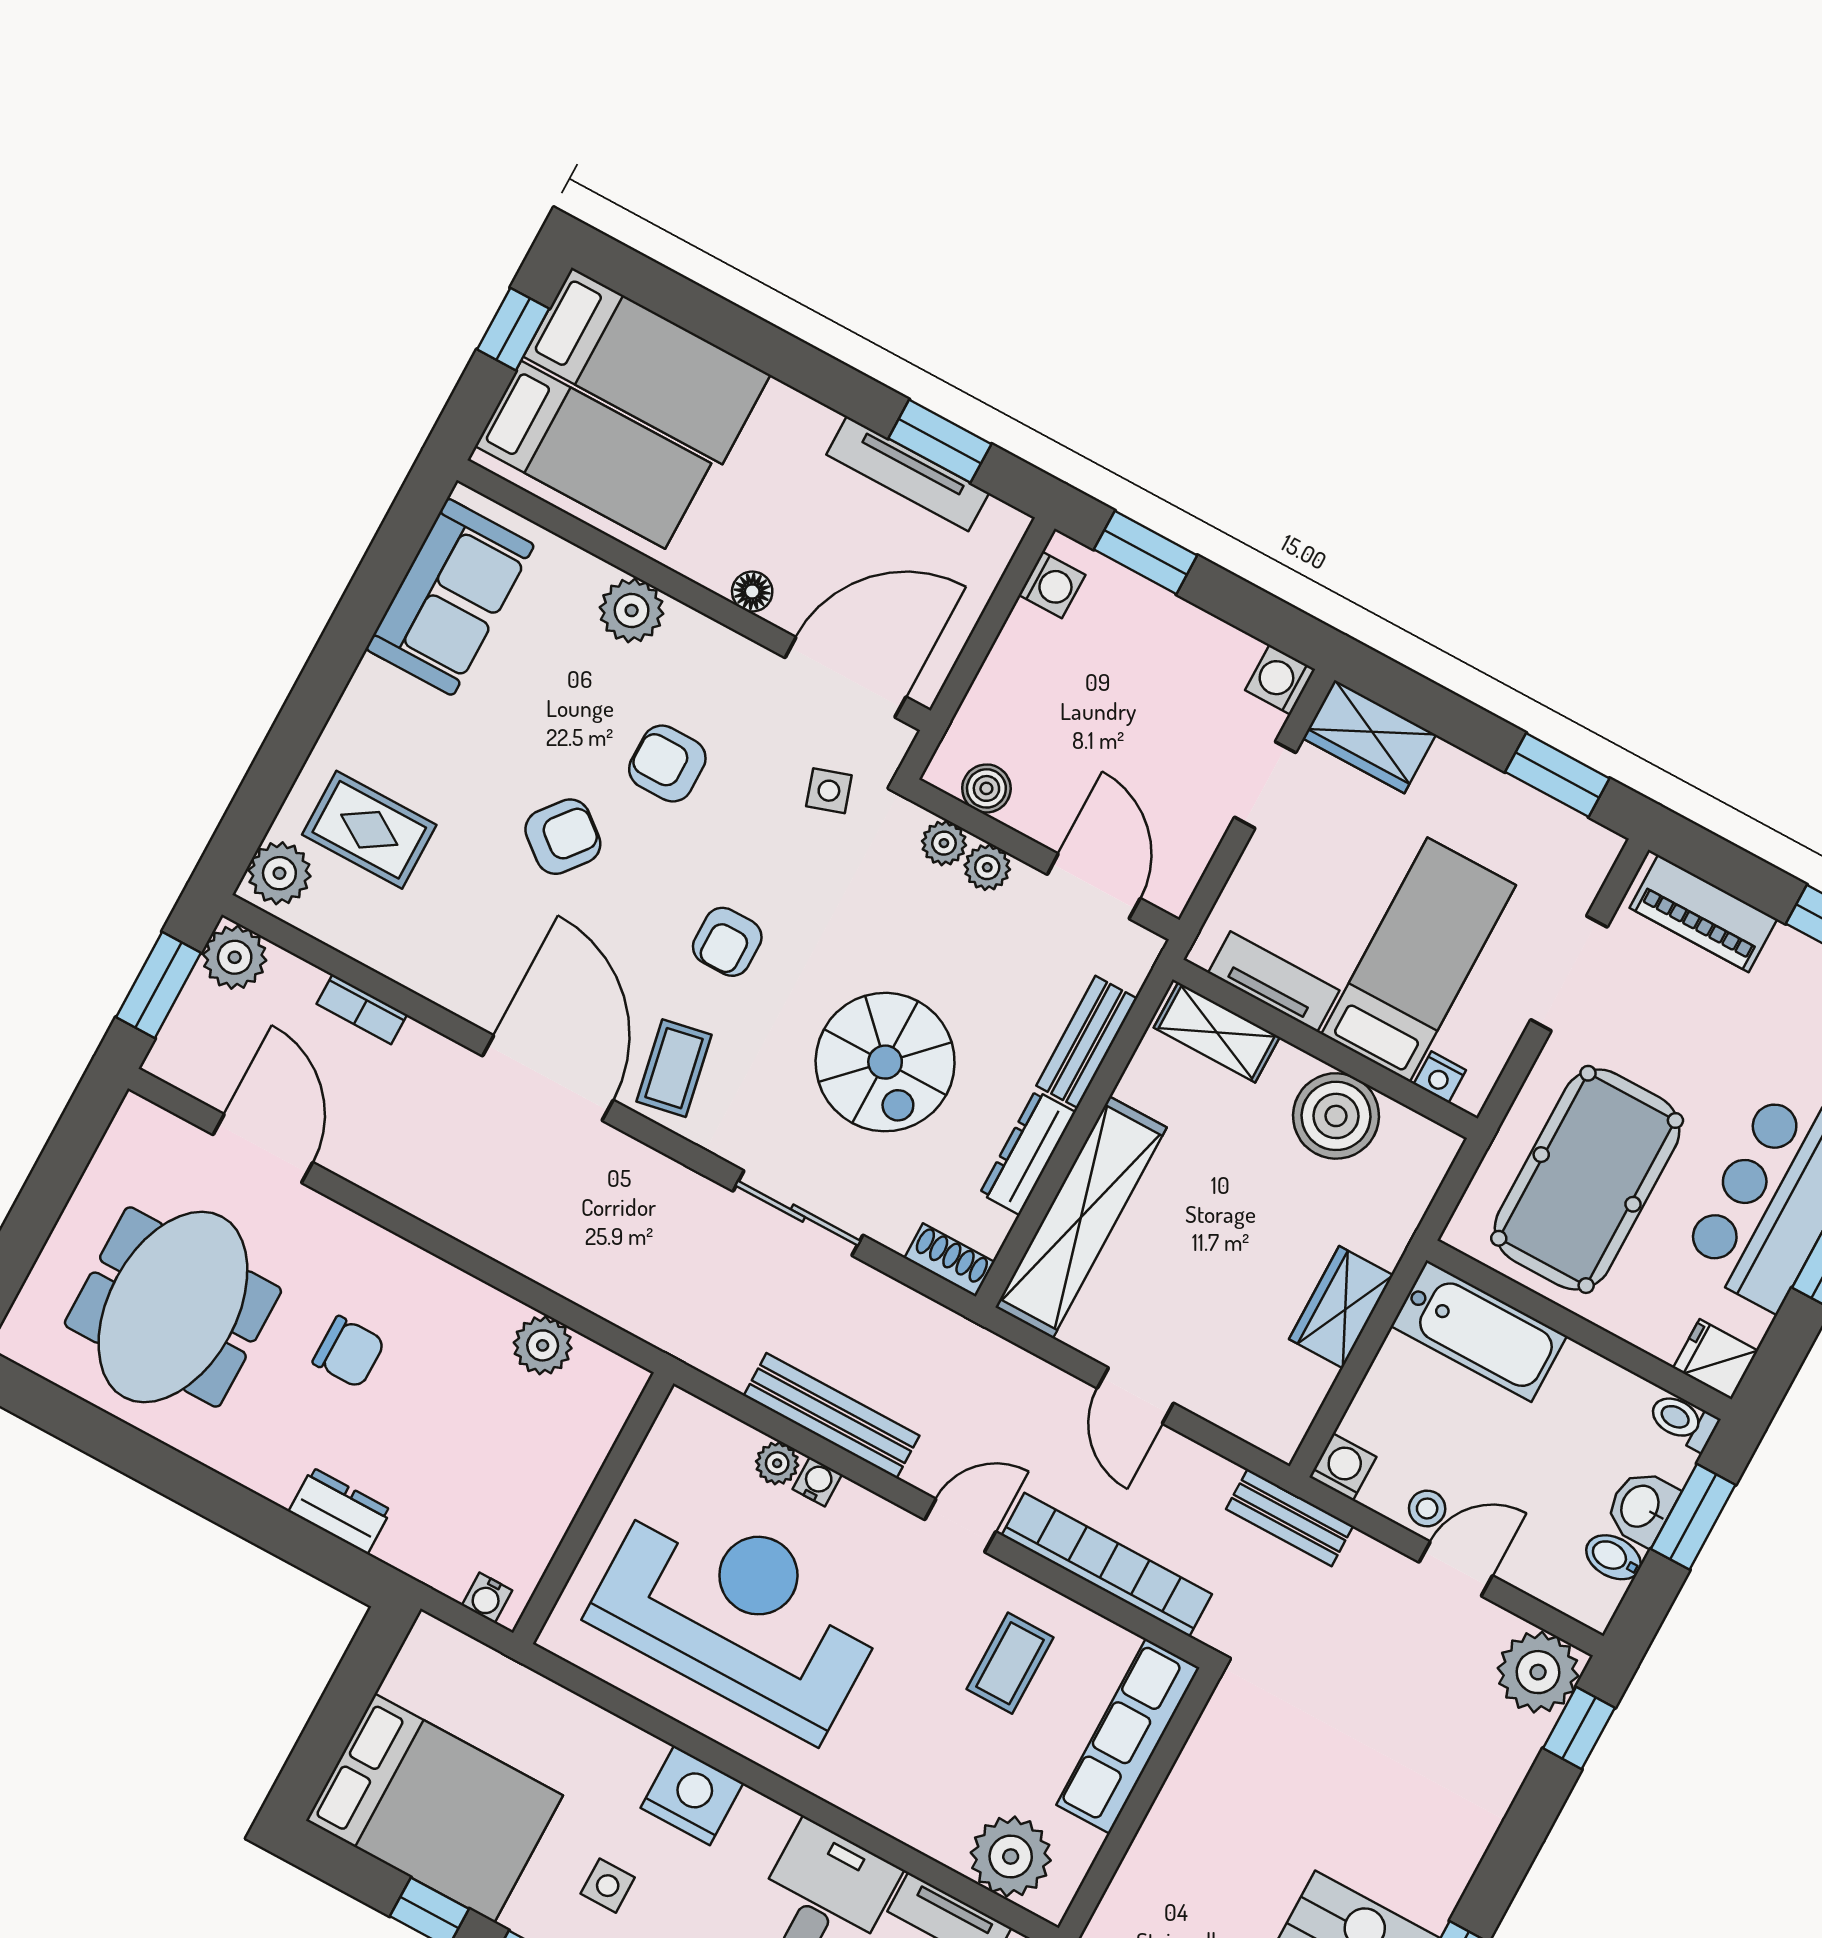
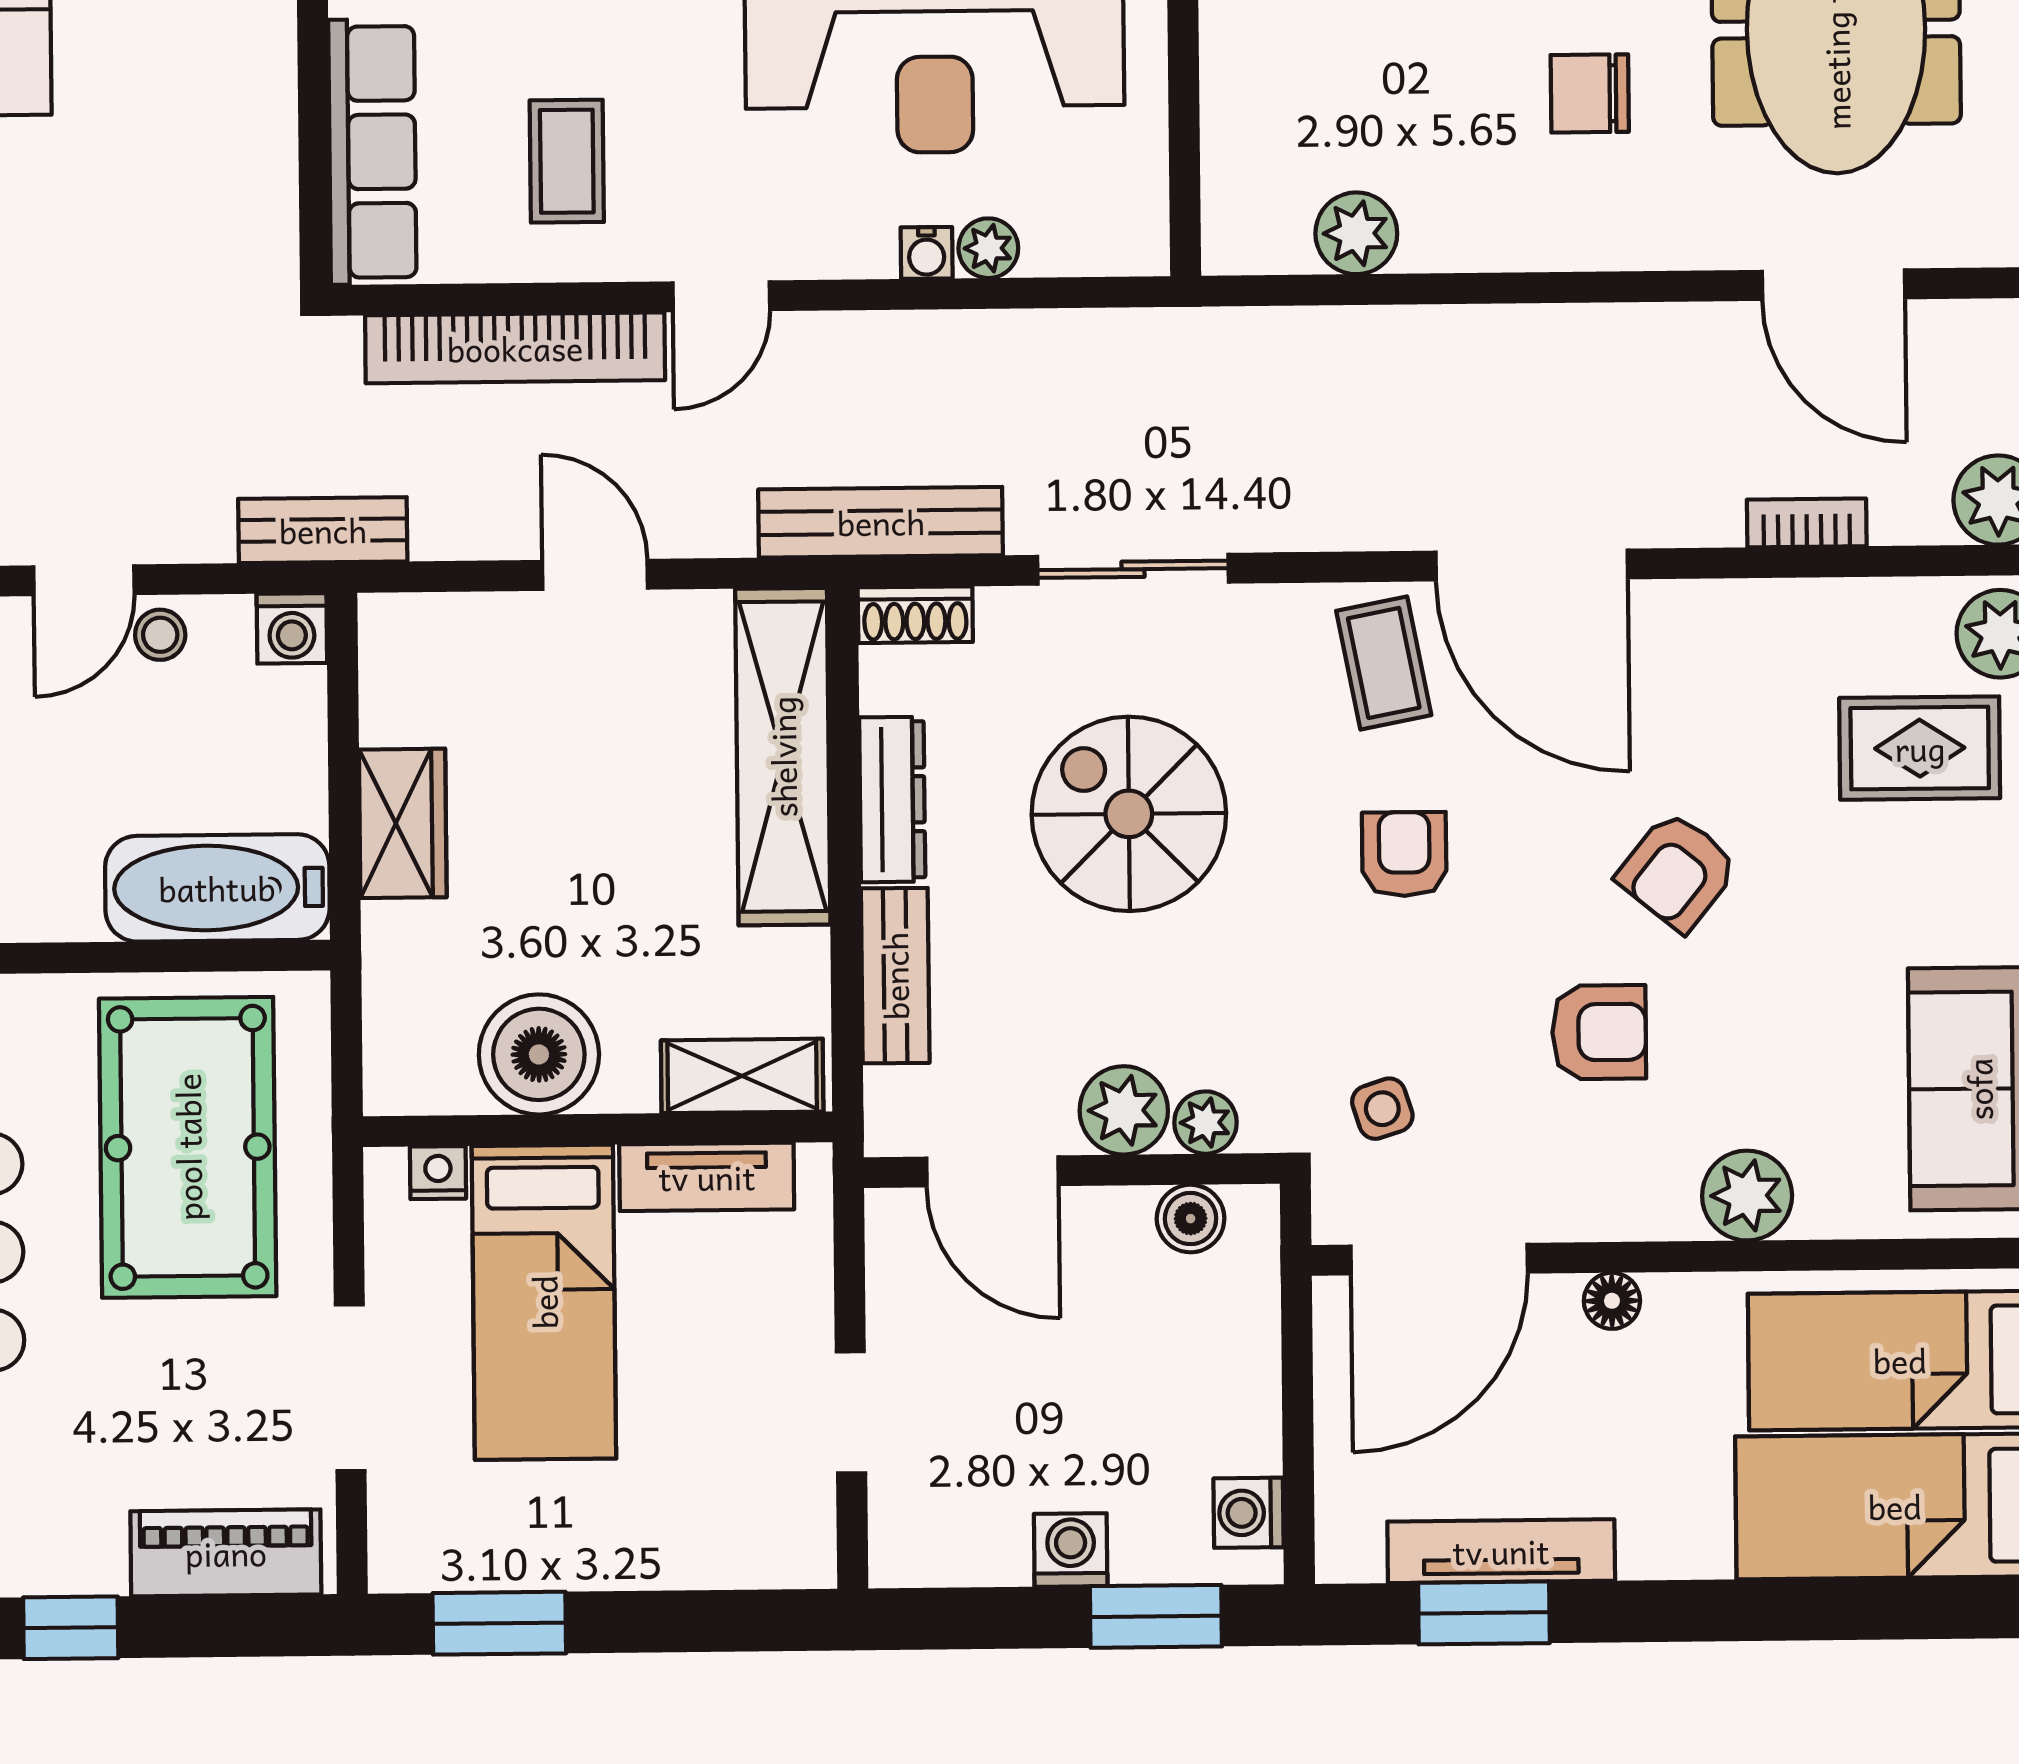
washing machine: (1280, 680) -> (1071, 1550), moved, turned -90
wardrobe: (1369, 737) -> (756, 1543), removed
plant: (987, 867) -> (1124, 1110), width x1.38, depth x1.38
bench: (831, 1416) -> (881, 522), moved

